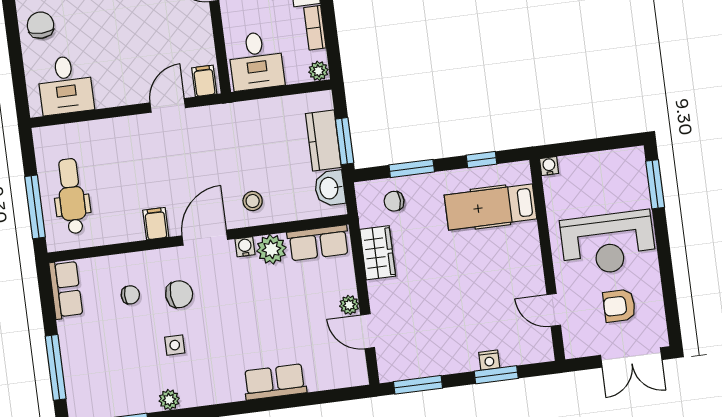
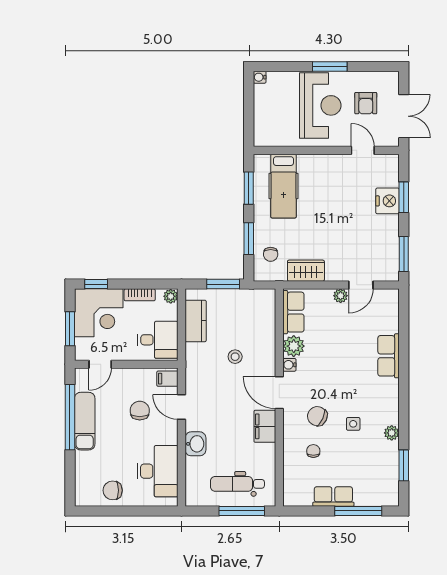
chair: (155, 48) -> (140, 411), added
desk: (65, 85) -> (158, 471), width x1.37
kitchen counter: (323, 141) -> (196, 321), moved, turned -90
window: (481, 160) -> (249, 188), width x1.50
water cooler: (549, 166) -> (260, 77), moved
window: (655, 184) -> (330, 66), moved
washbasin: (330, 188) -> (195, 444), moved, turned -90
stool: (253, 201) -> (235, 357), moved
filing cabinet: (156, 224) -> (265, 426), width x2.00
row of seats: (66, 289) -> (333, 496), moved
chair: (179, 294) -> (317, 416), turned -61
door: (554, 310) -> (363, 150), swing flipped
double door: (631, 357) -> (404, 116), moved
nightstand: (489, 360) -> (388, 201), width x1.89, depth x1.79

